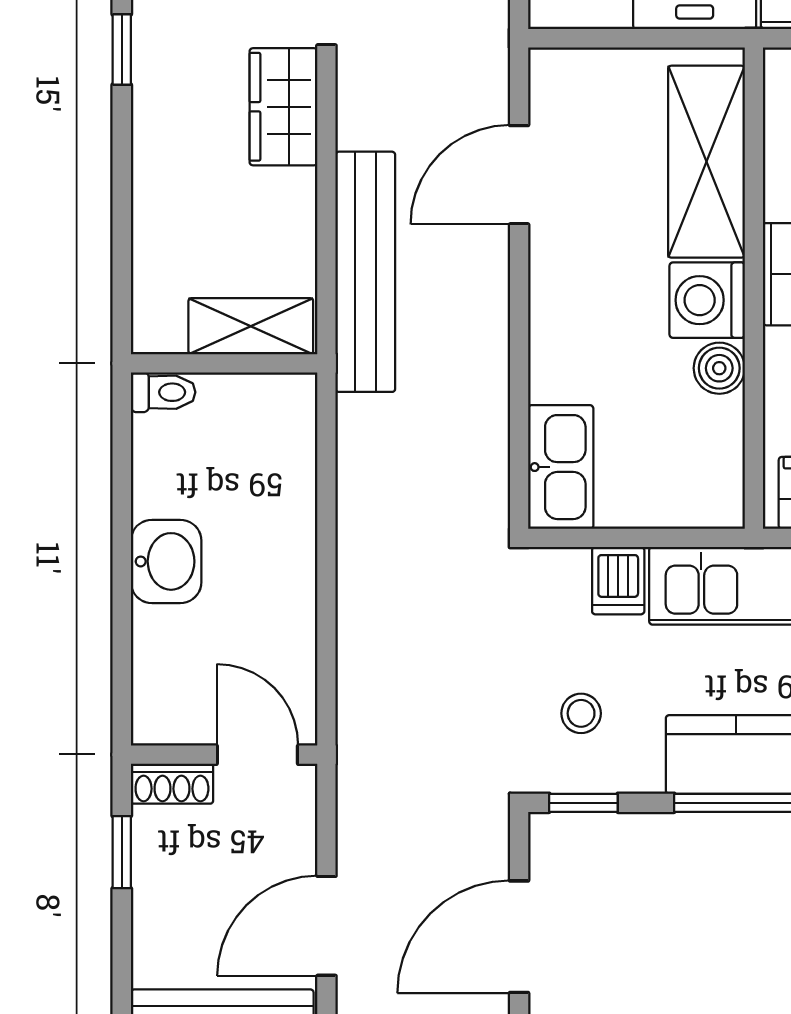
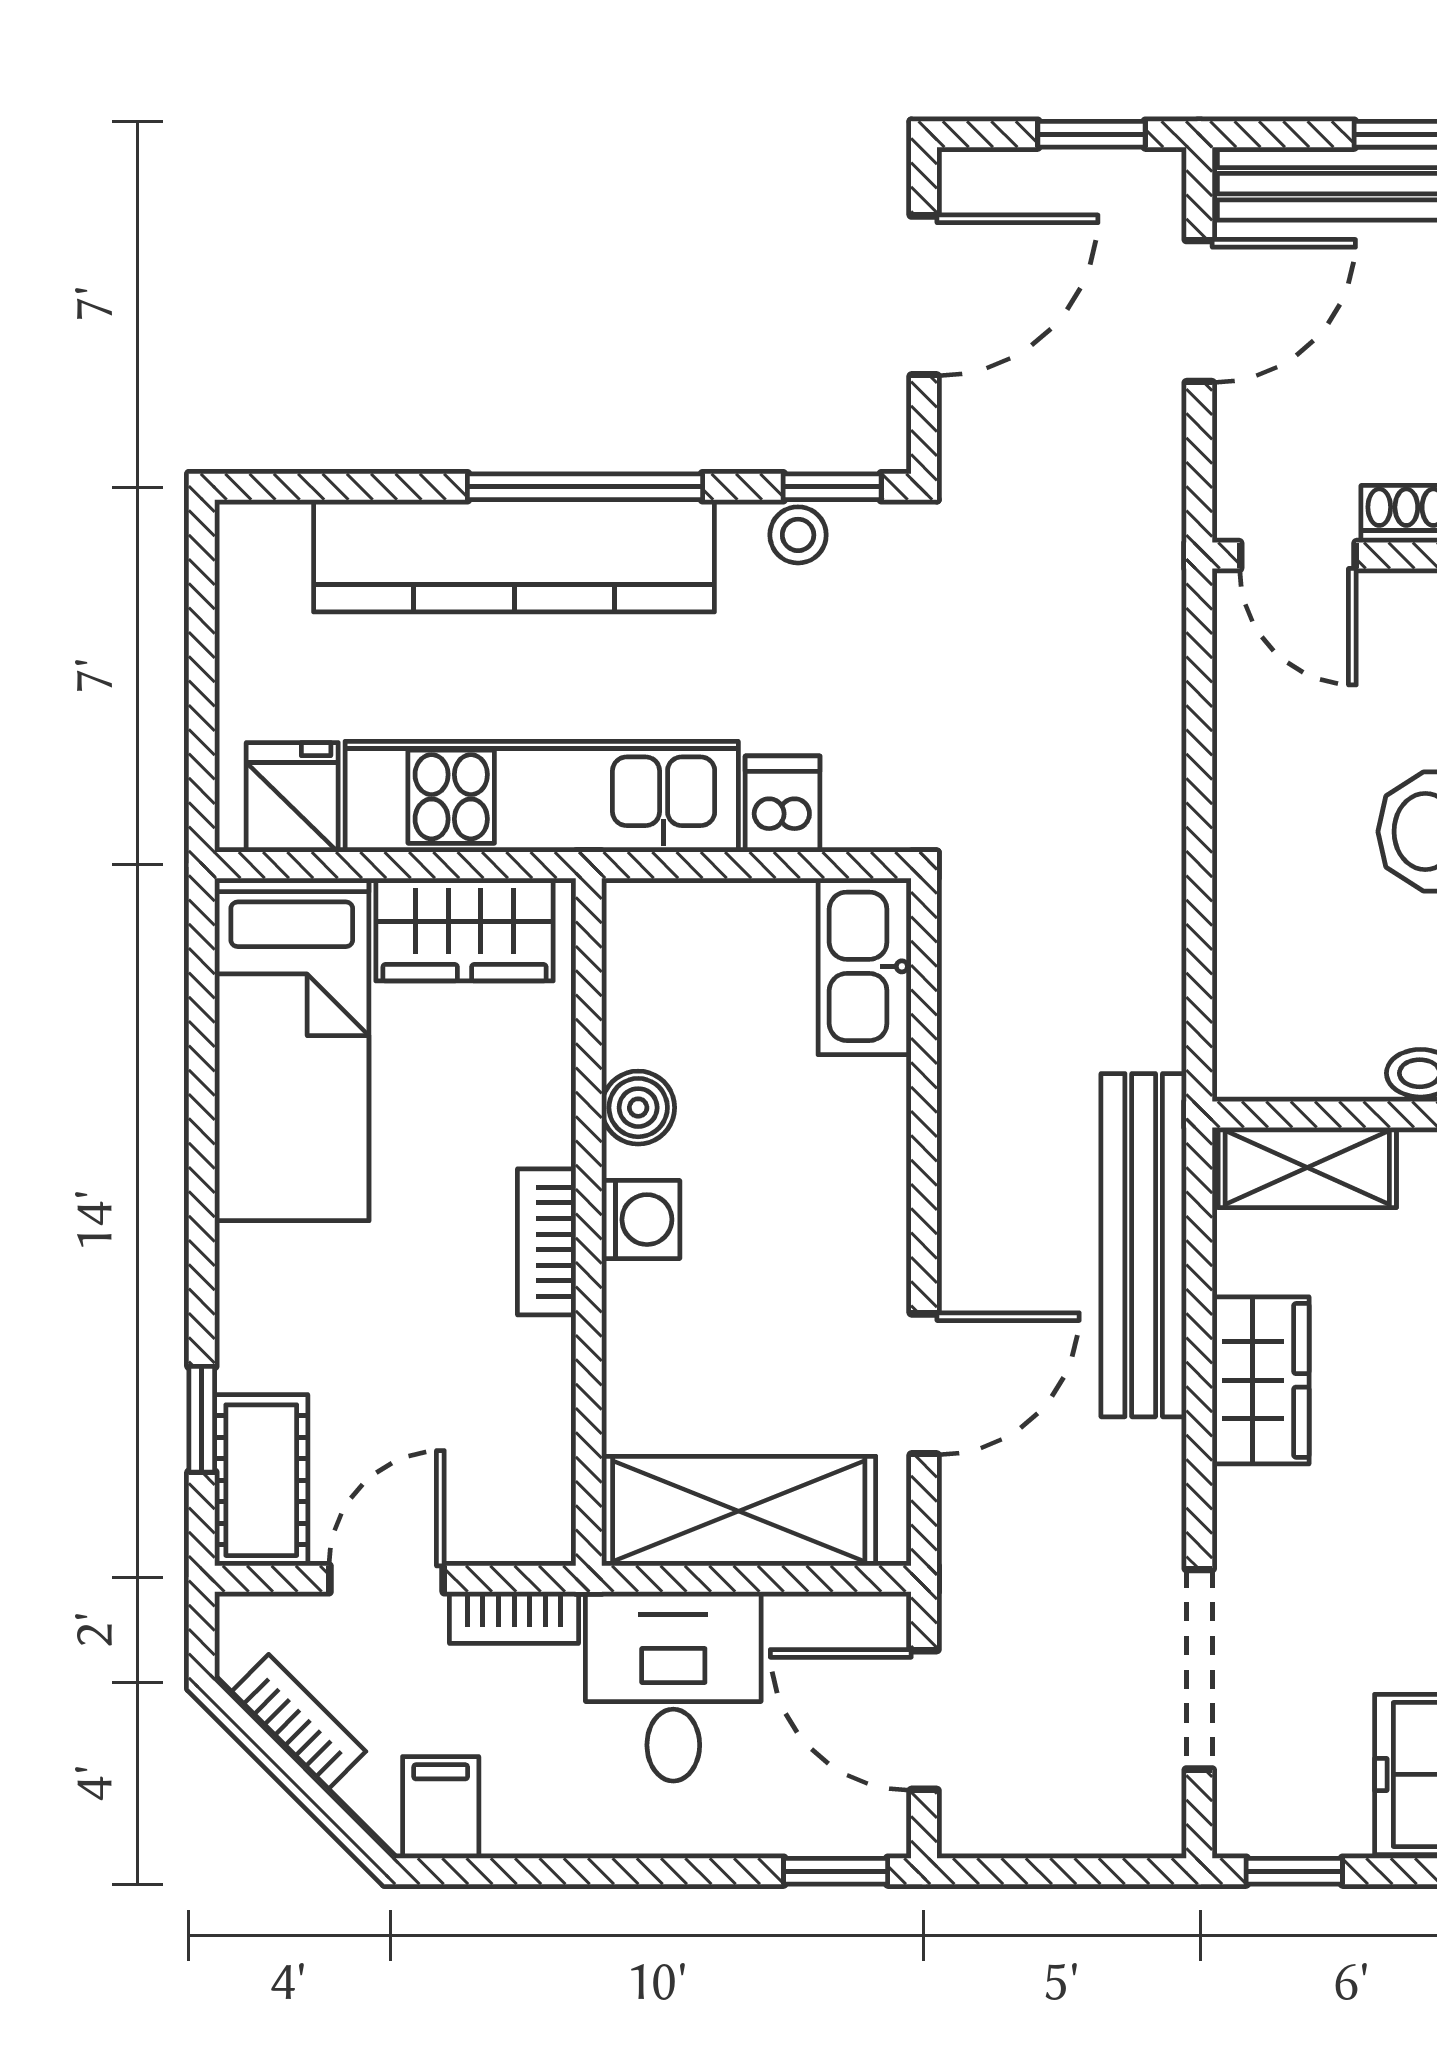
wardrobe: (283, 107) -> (1261, 1380), moved
shelving: (706, 162) -> (739, 1511), moved, turned 90
washing machine: (707, 300) -> (641, 1220), width x0.73, depth x0.73
stool: (581, 713) -> (798, 535), moved

